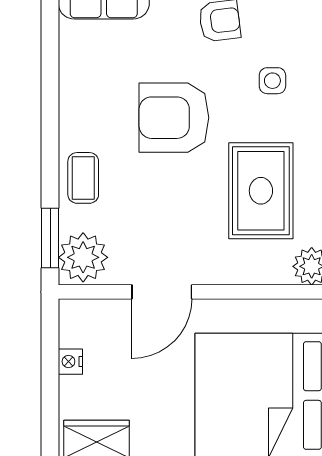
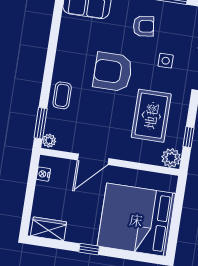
plant: (83, 257) -> (49, 141), width x0.53, depth x0.53
nightstand: (70, 362) -> (43, 174), moved

